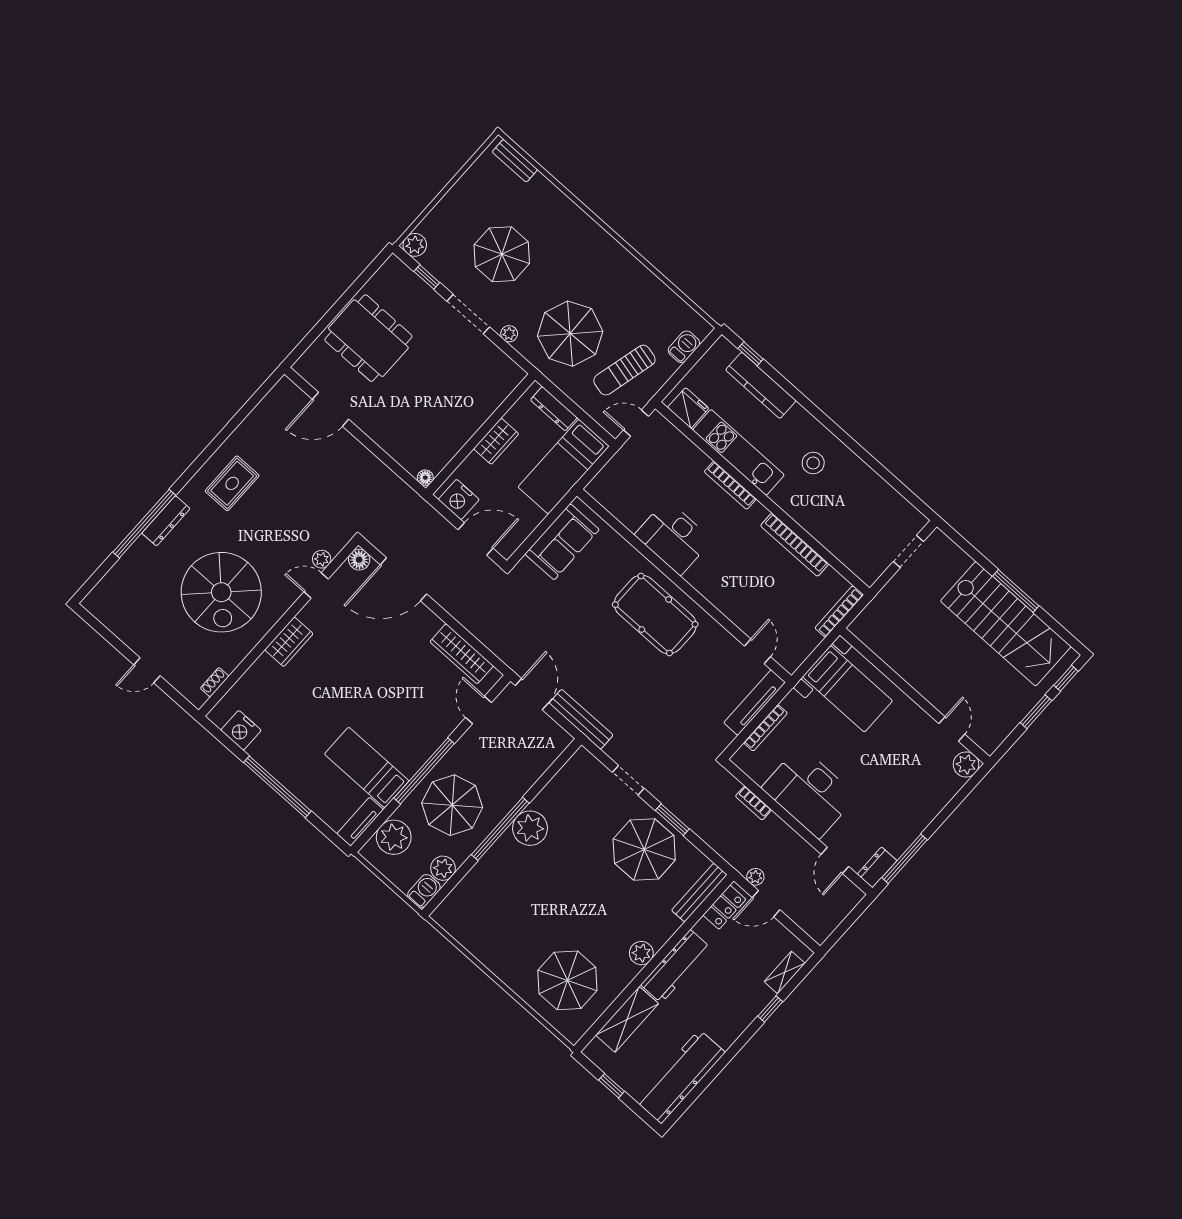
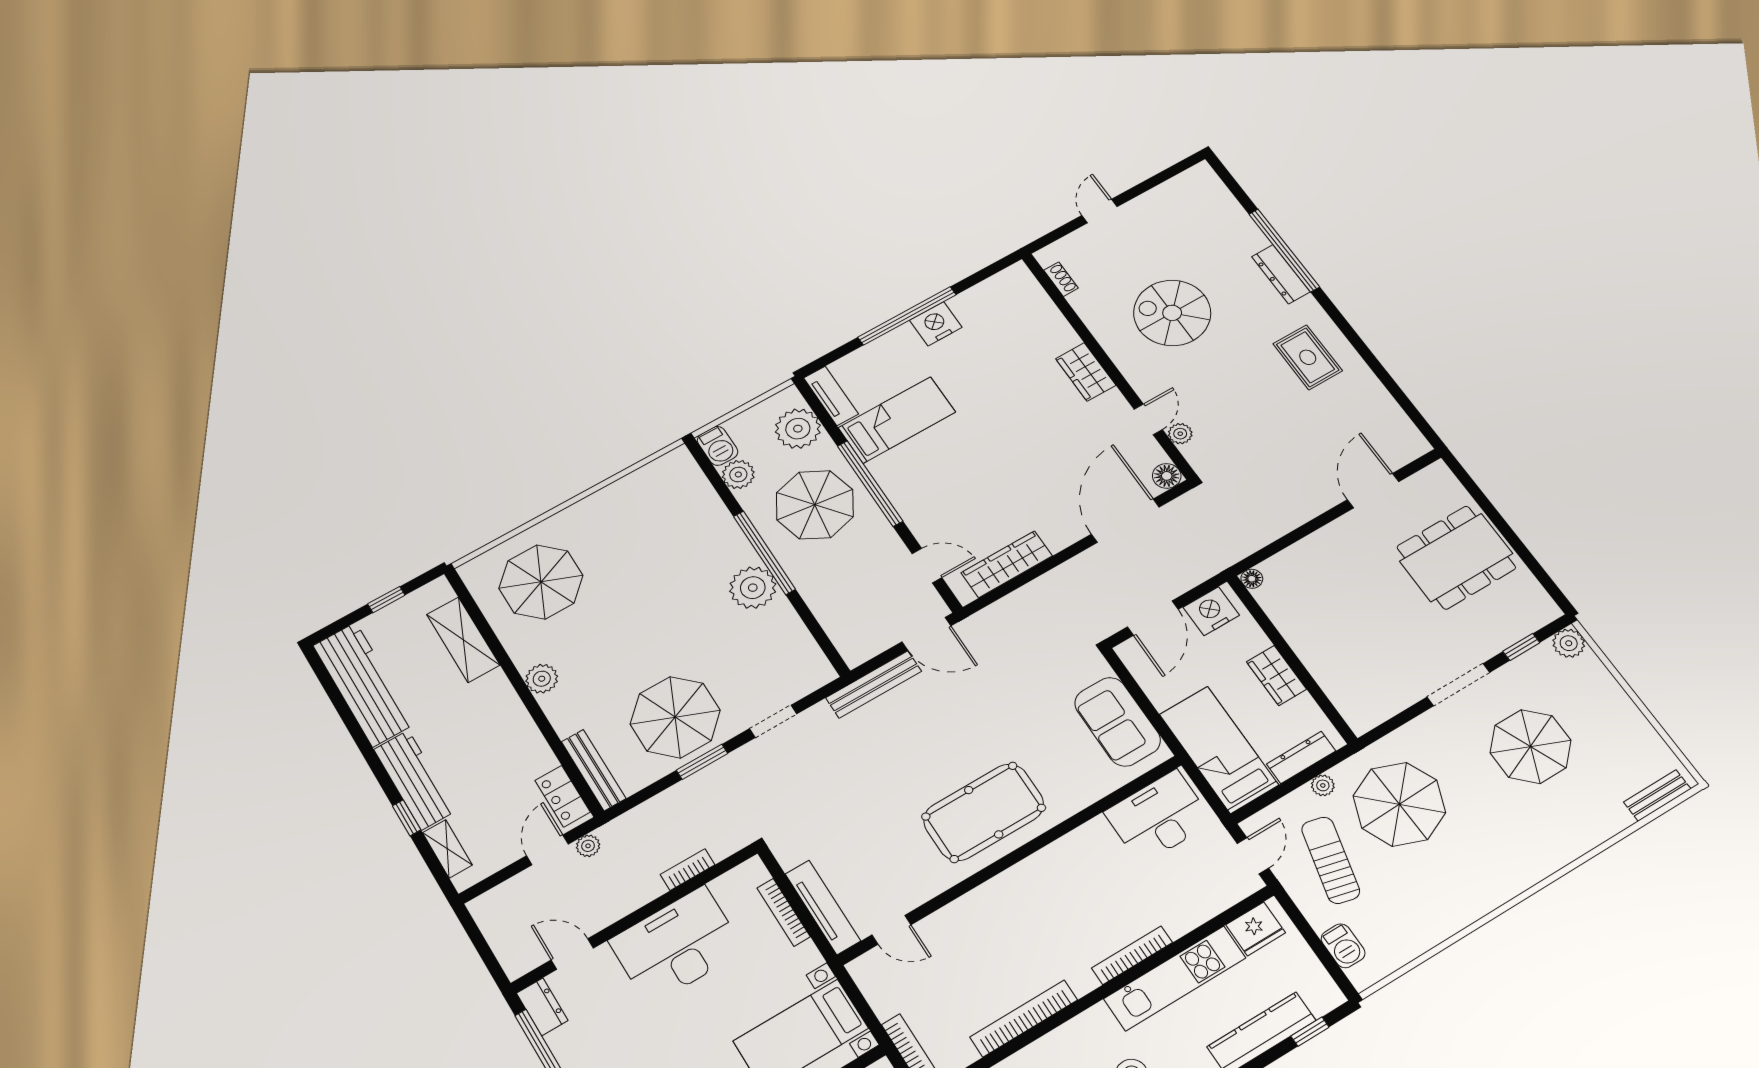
plant: (509, 334) -> (1323, 785), moved
desk: (673, 537) -> (1159, 817), moved
spiral stairs: (221, 592) -> (1172, 313), width x0.73, depth x0.73
nightstand: (241, 730) -> (936, 324), moved
workbench: (676, 966) -> (415, 780), moved, turned 180

